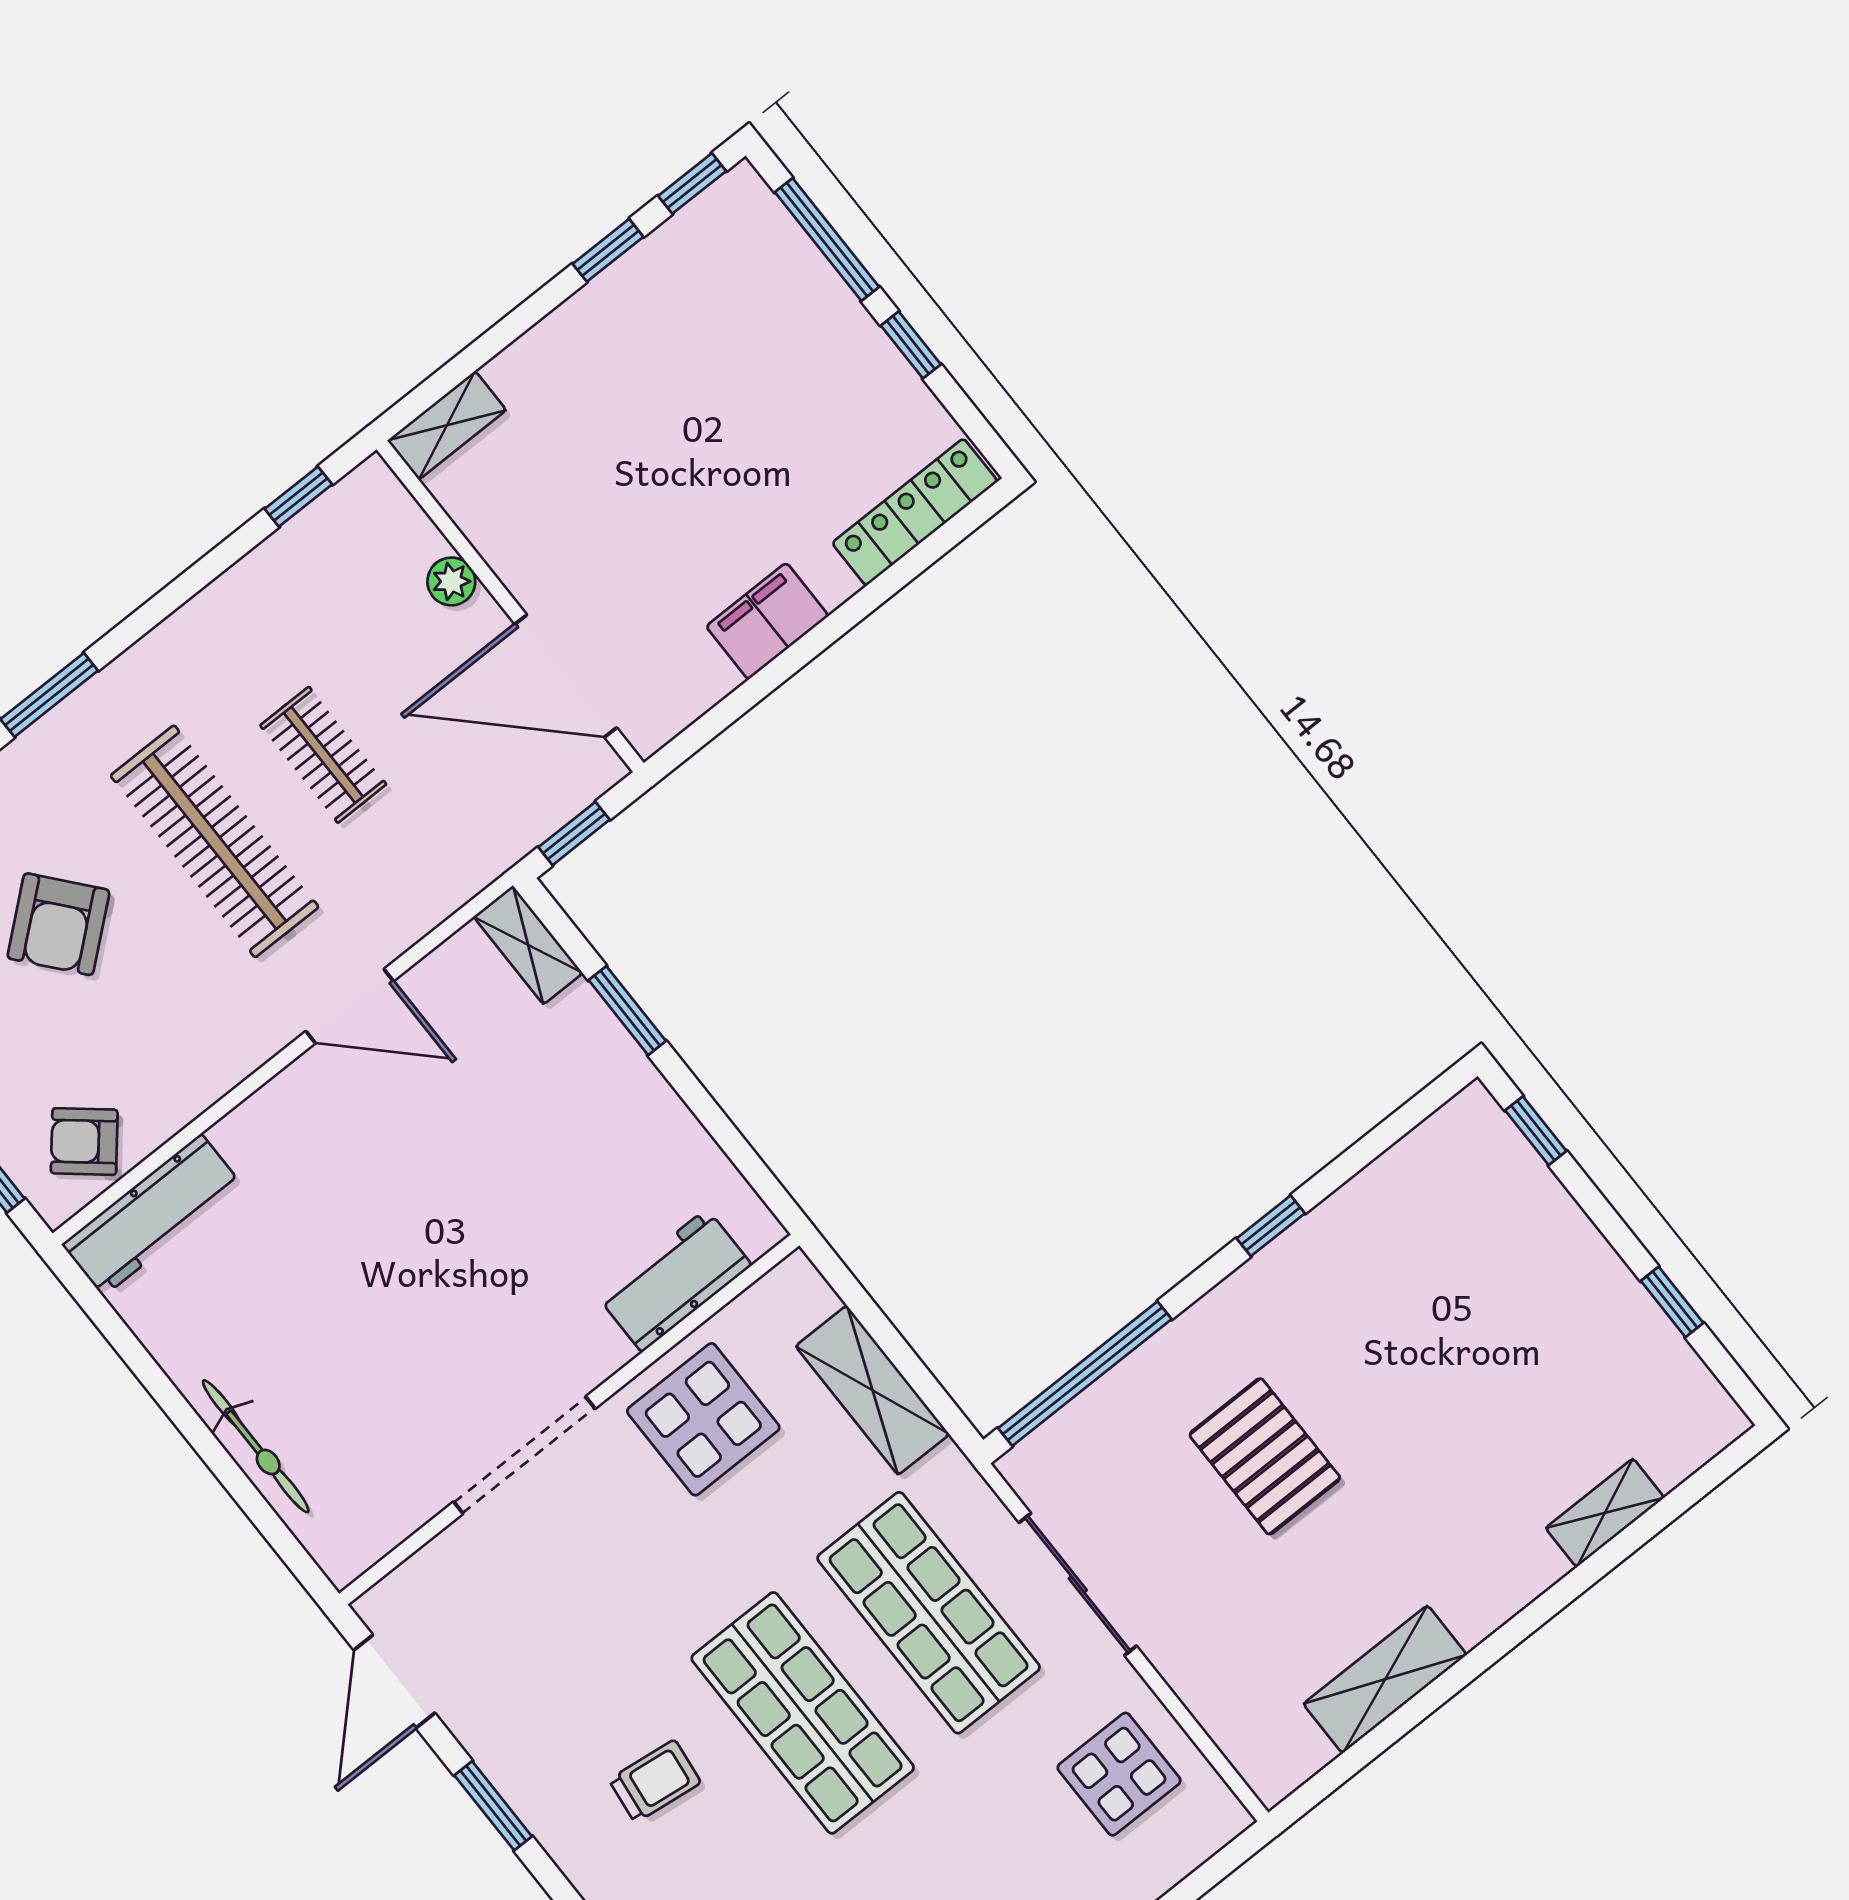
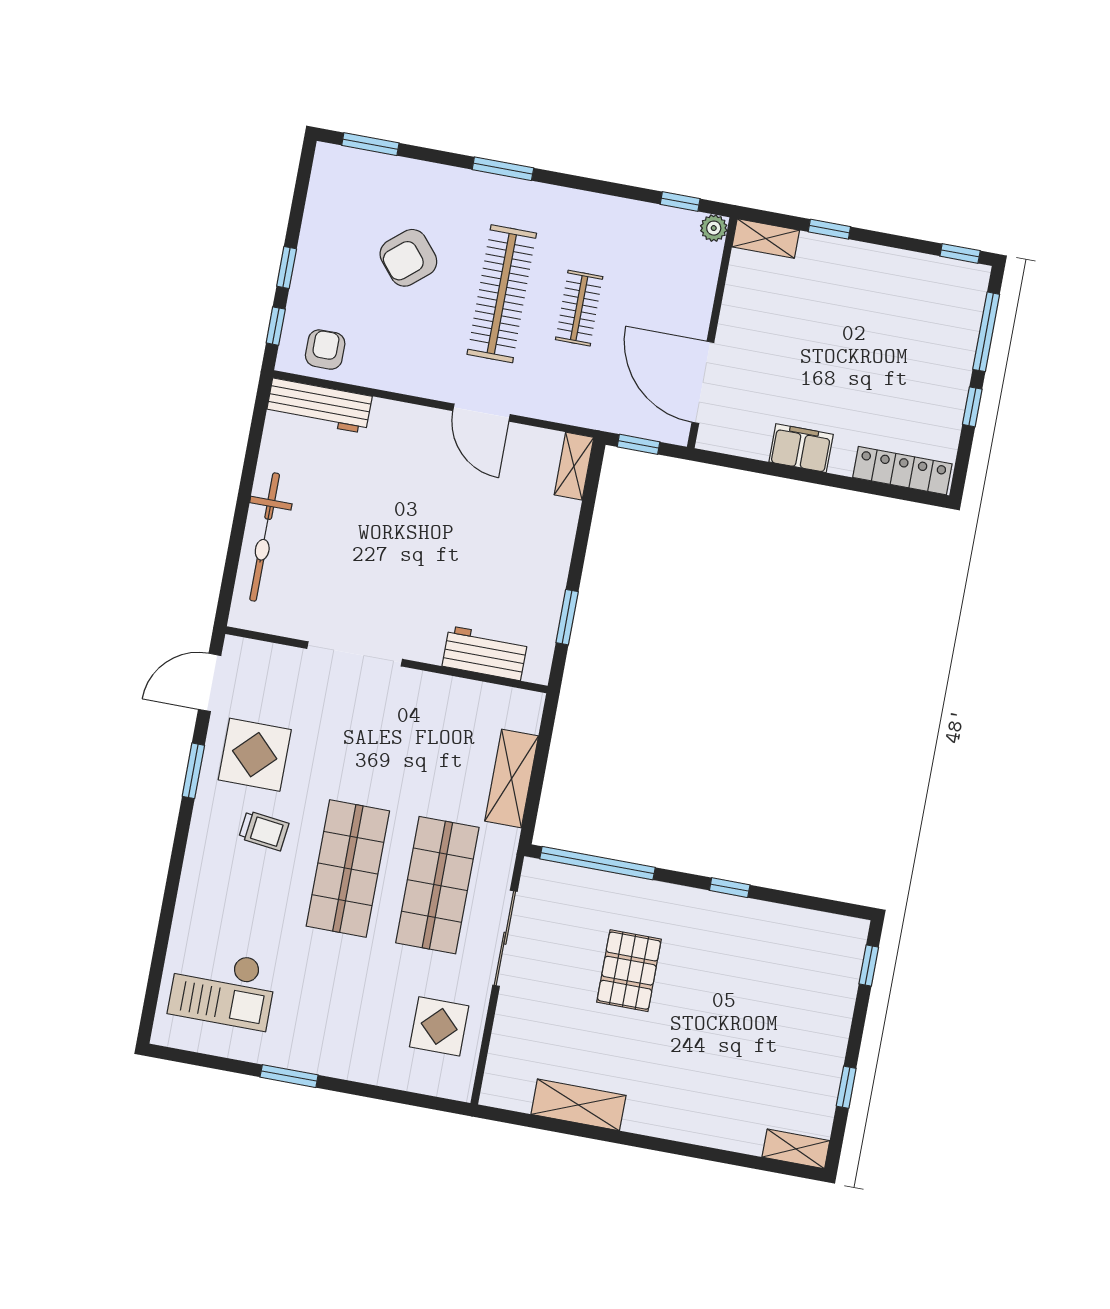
window: (608, 250) -> (829, 229), moved
plant: (451, 581) -> (714, 228), moved
window: (627, 1011) -> (567, 617), moved
armchair: (84, 1142) -> (325, 350), turned 50
display table: (703, 1419) -> (255, 755), moved
bicycle: (256, 1446) -> (265, 537), width x1.37, depth x1.40
shelving: (1605, 1513) -> (796, 1149), moved

